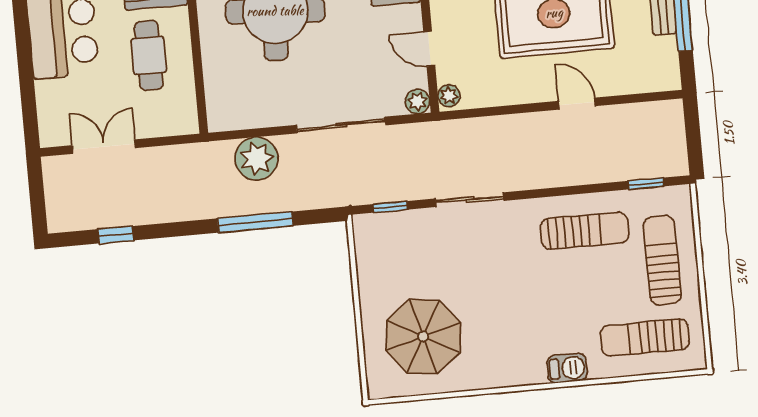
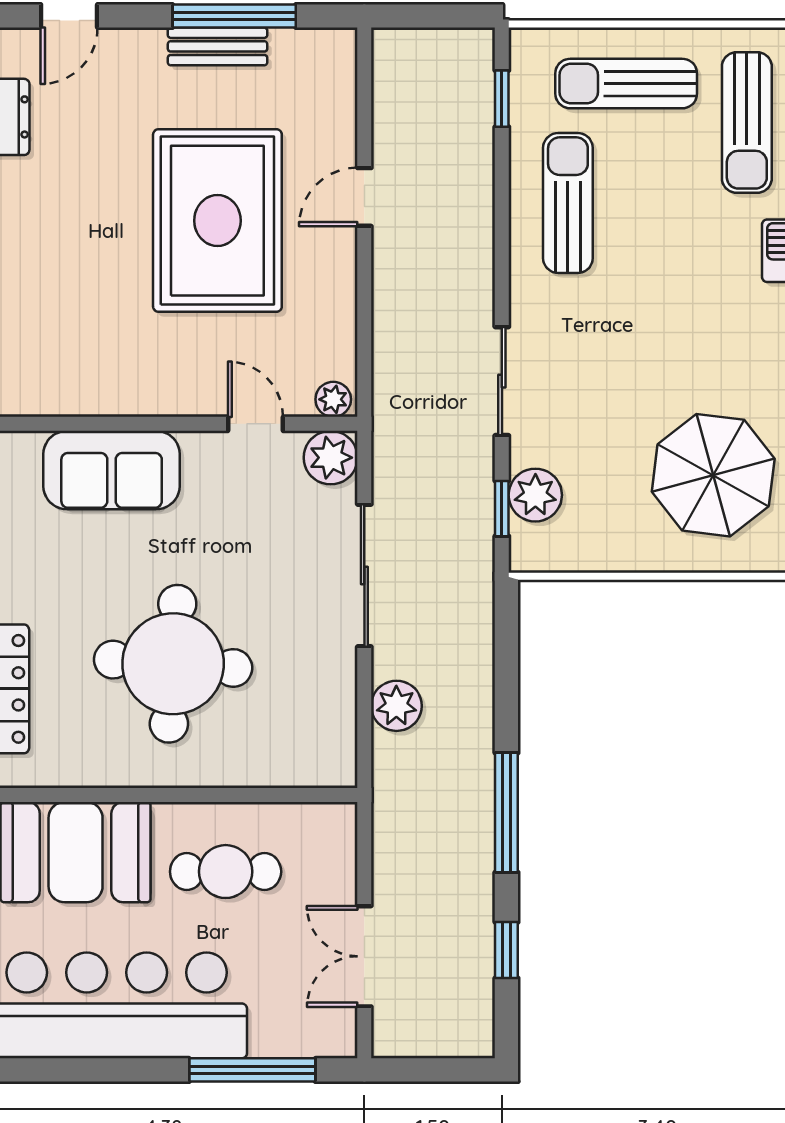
door: (429, 49) -> (255, 424), swing flipped
window: (27, 83) -> (252, 1070), added
plant: (418, 101) -> (331, 458), width x1.38, depth x1.38
plant: (256, 159) -> (396, 706), width x0.73, depth x0.73
window: (255, 222) -> (506, 813), moved
plant: (401, 227) -> (535, 495), added

